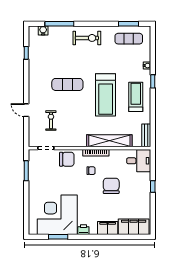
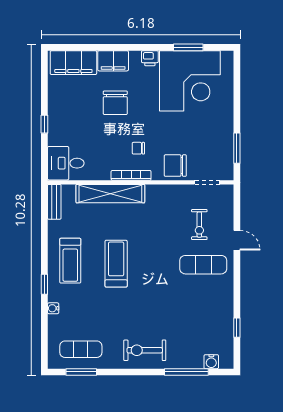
exercise mat: (67, 84) -> (203, 265), moved
treadmill: (106, 95) -> (116, 264), width x0.73, depth x0.73
chair: (111, 186) -> (115, 103), moved

